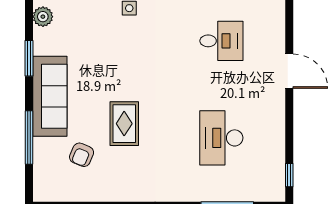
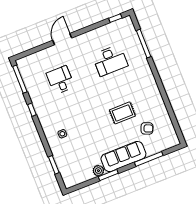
plant: (43, 17) -> (98, 171), moved

